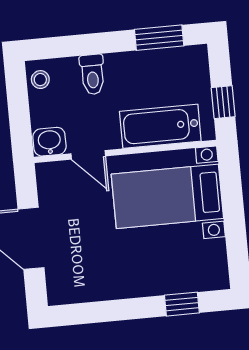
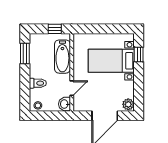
bed with nightstands: (167, 196) -> (111, 61), moved, turned 90
plant: (63, 291) -> (128, 104), added

